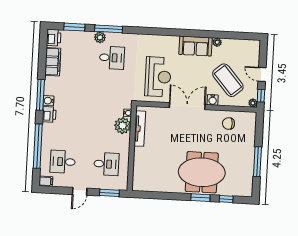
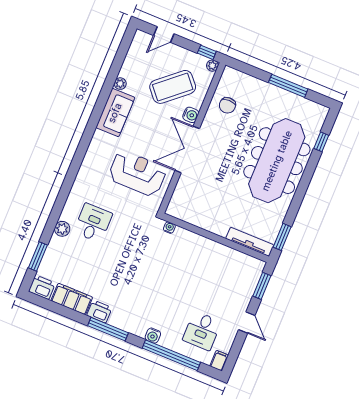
window: (109, 29) -> (55, 214), removed
door: (262, 74) -> (164, 35), moved
water cooler: (49, 101) -> (153, 336), moved
printer: (49, 114) -> (99, 312), moved
plant: (123, 126) -> (183, 239), removed
tv unit: (140, 129) -> (250, 242), moved
desk: (106, 164) -> (224, 277), removed
meeting table: (202, 172) -> (277, 161), width x1.36
window: (200, 198) -> (282, 237), moved

